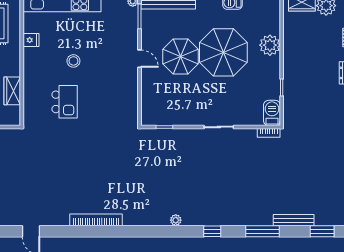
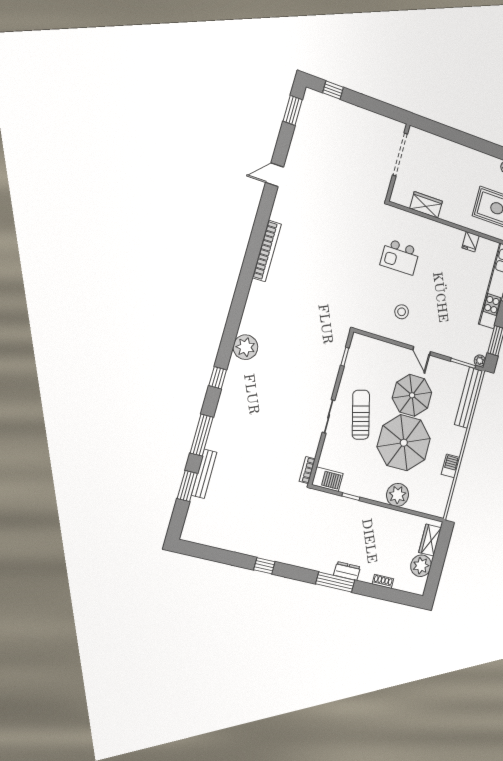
door: (139, 59) -> (422, 351), hinge flipped
stool: (73, 61) -> (402, 312), moved
sun lounger: (210, 99) -> (361, 415), added
plant: (176, 220) -> (245, 347), width x1.88, depth x1.88
window: (322, 231) -> (187, 486), moved

